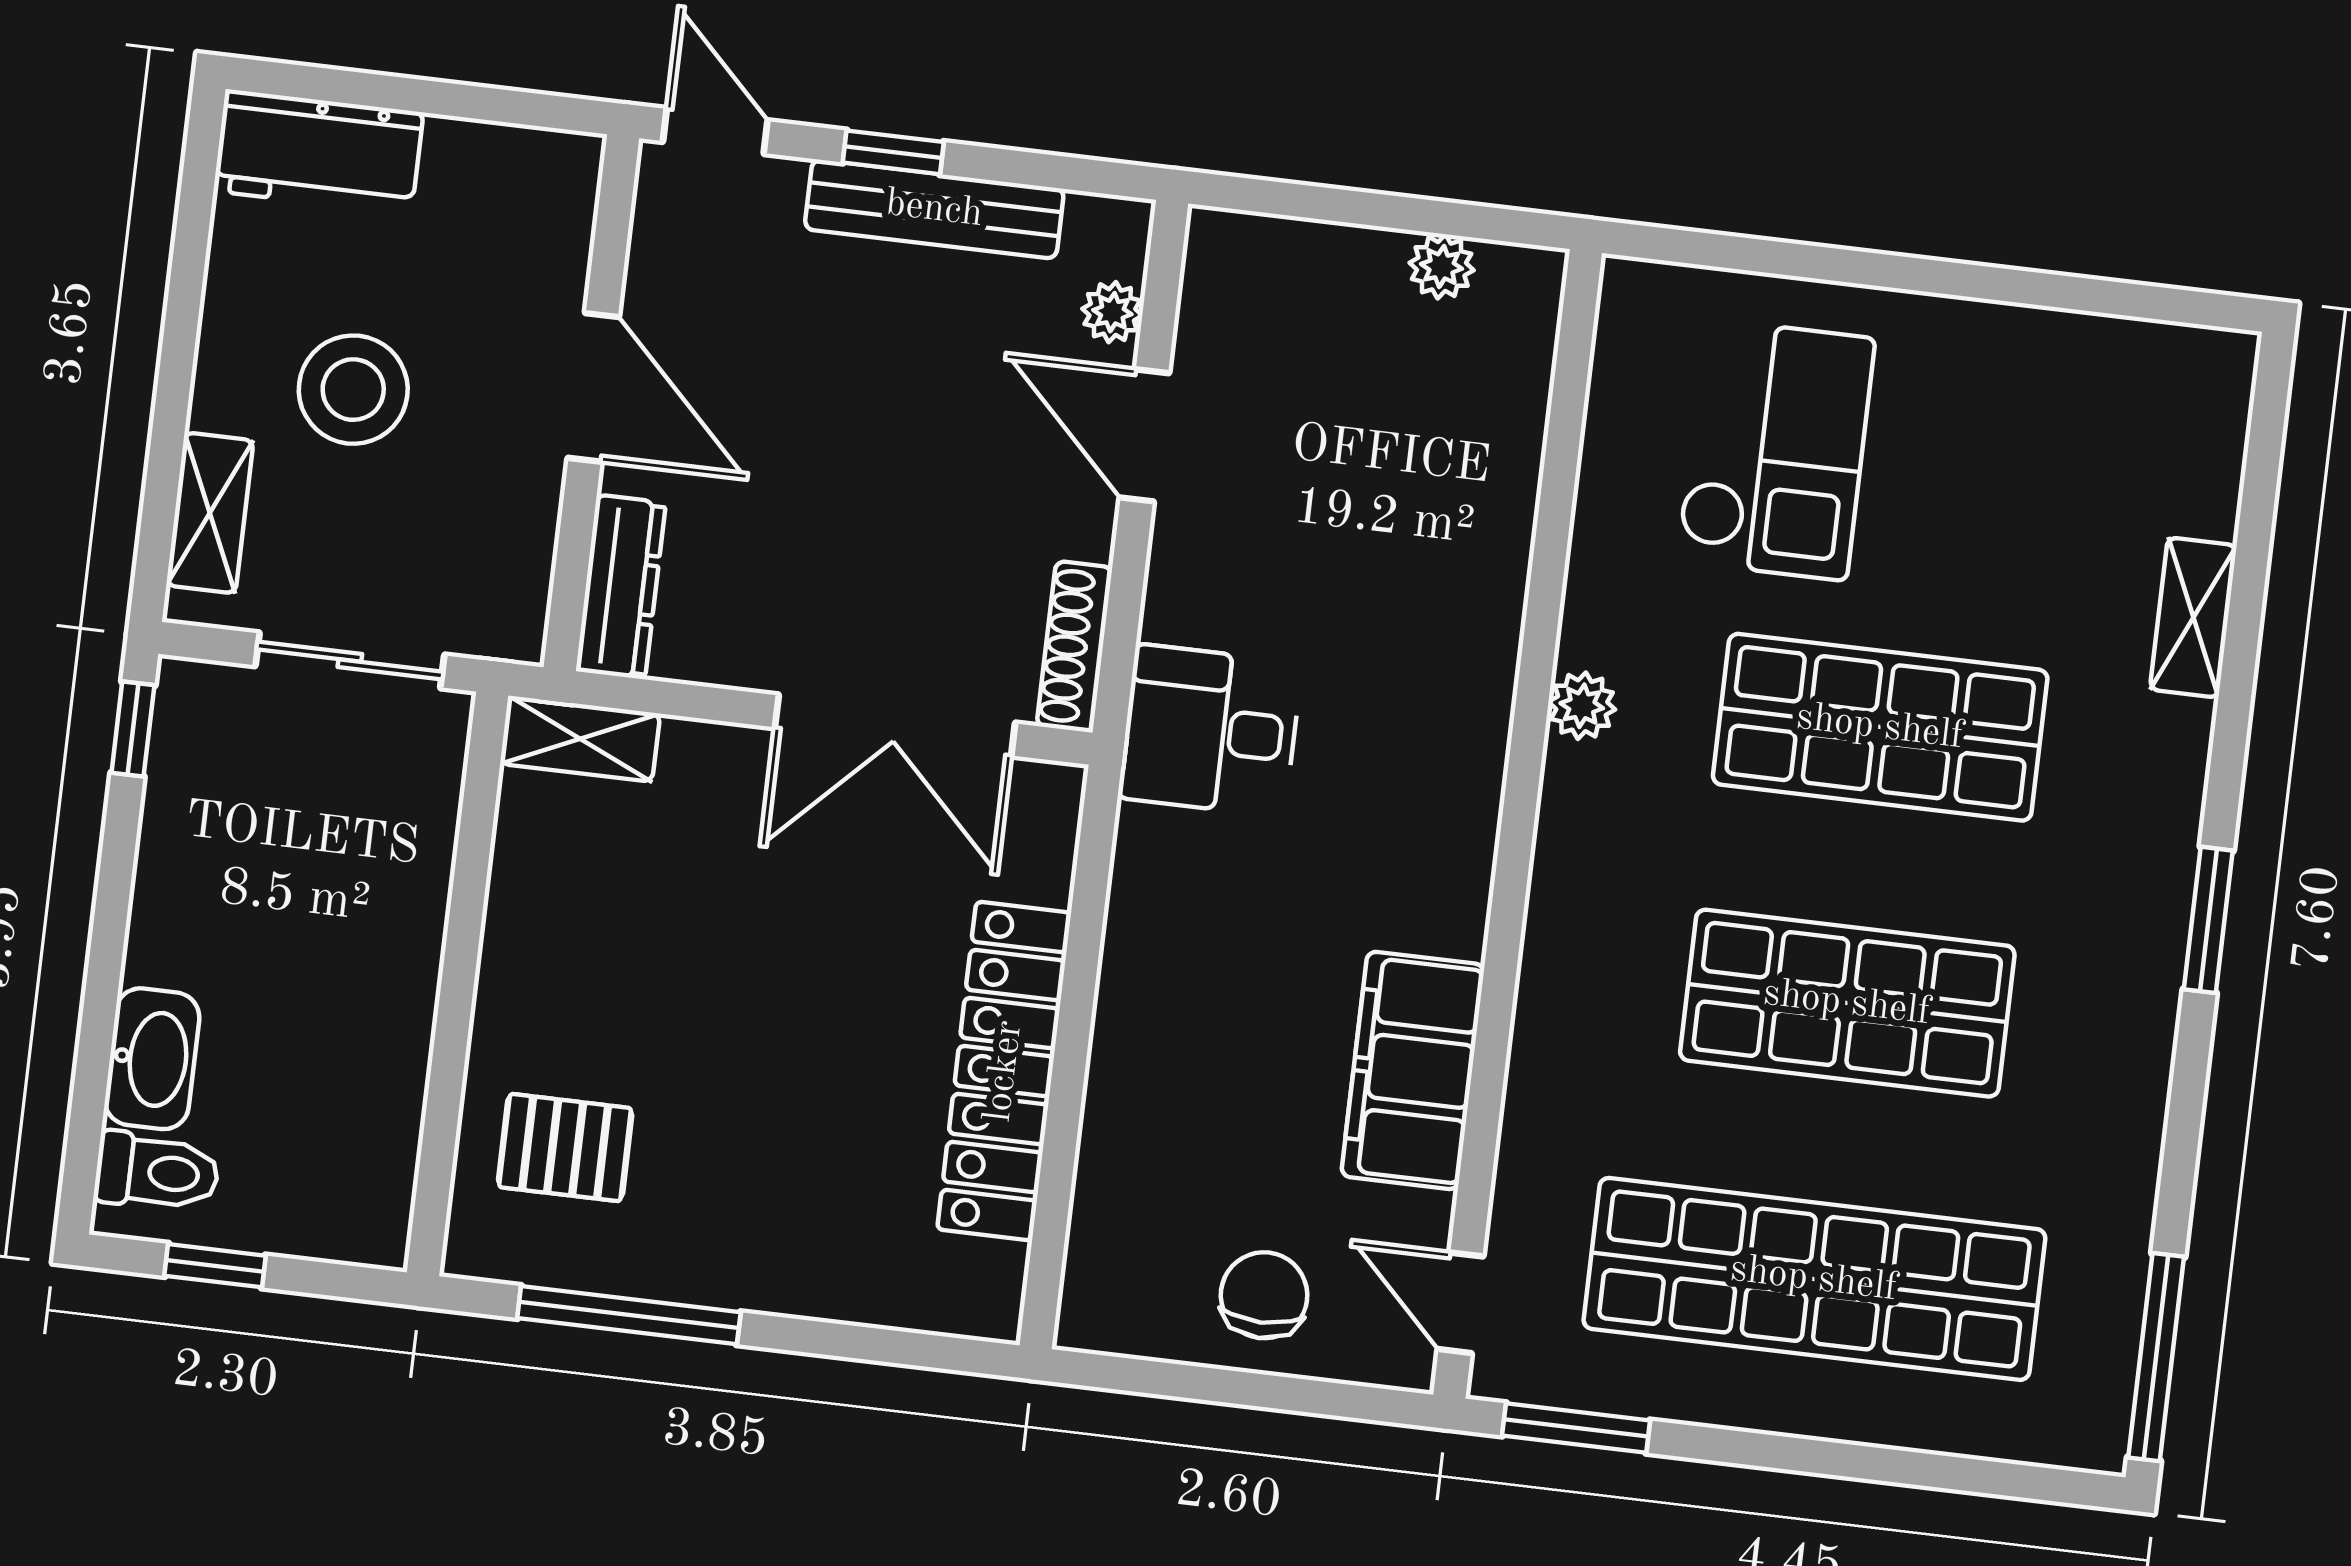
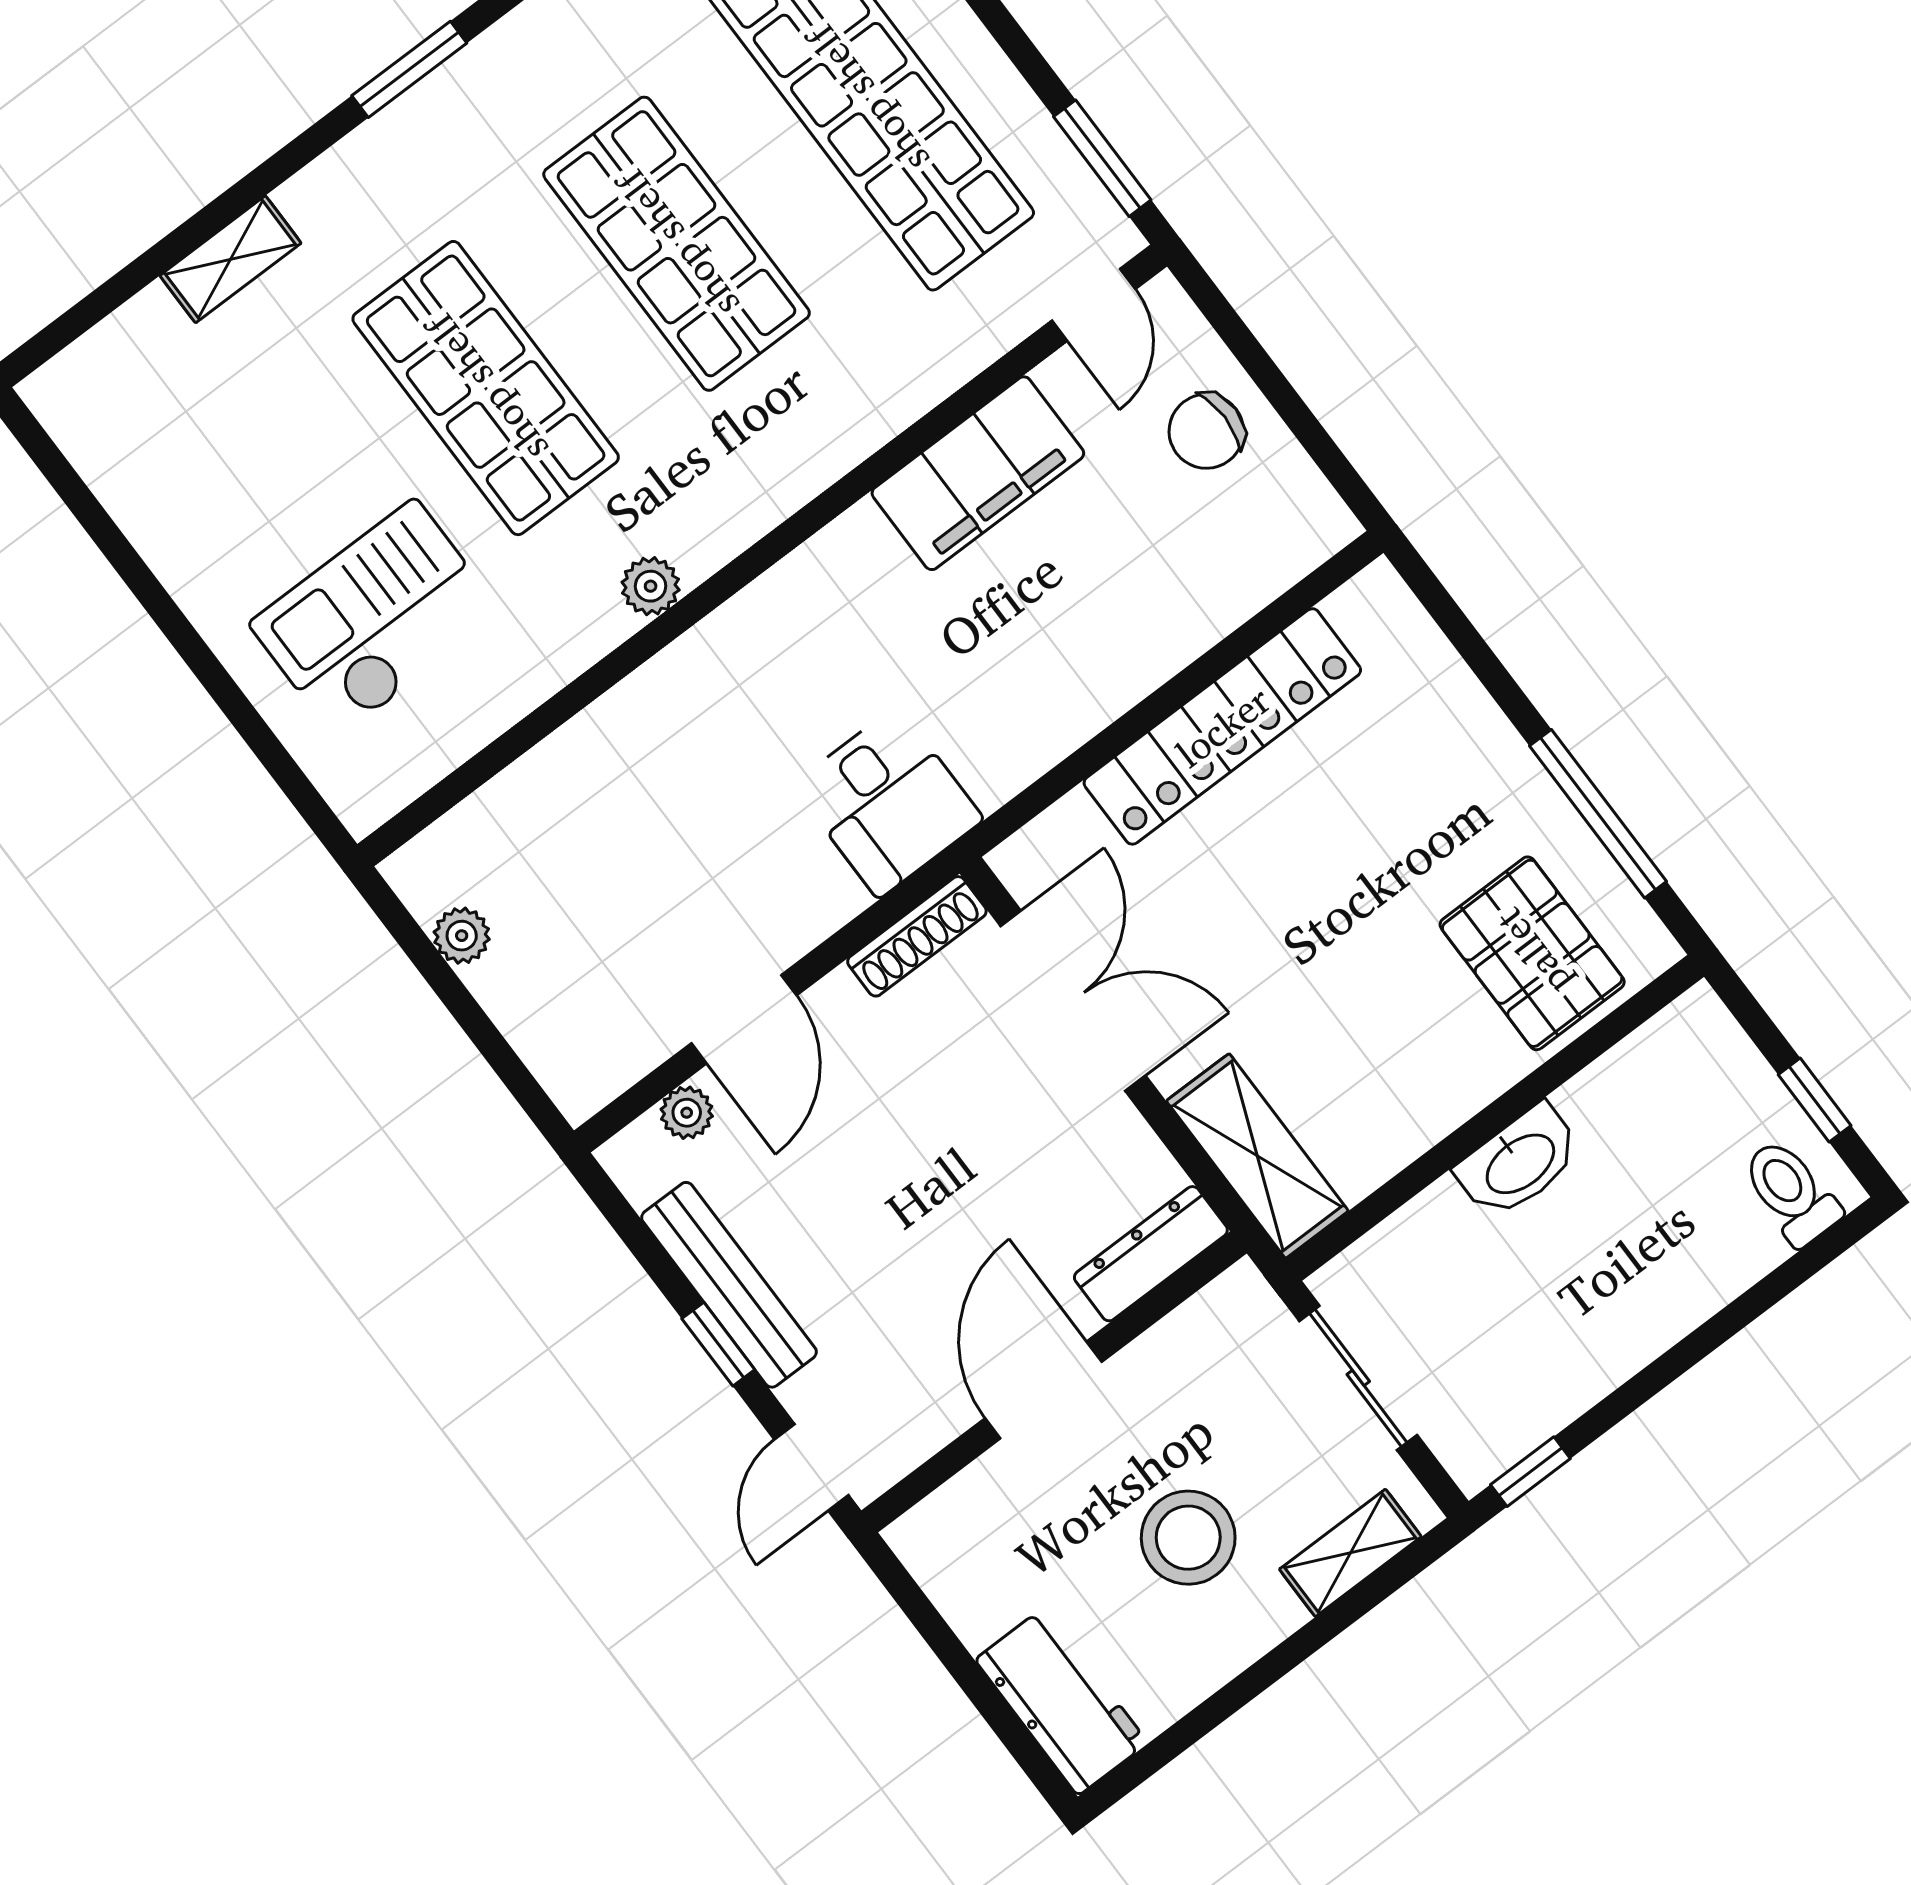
shelving: (580, 739) -> (1257, 1156), width x1.50, depth x1.33
washbasin: (152, 1059) -> (1519, 1162), moved, turned 180
pallet: (565, 1148) -> (1532, 953), width x1.50, depth x1.42

